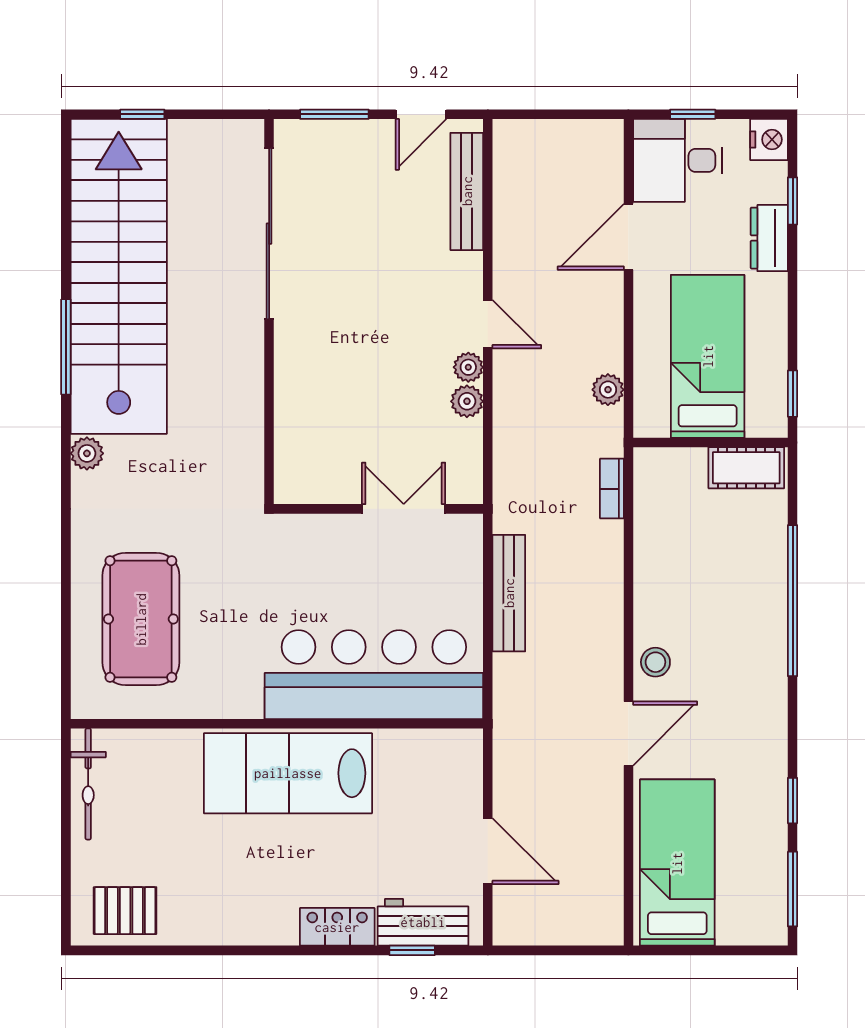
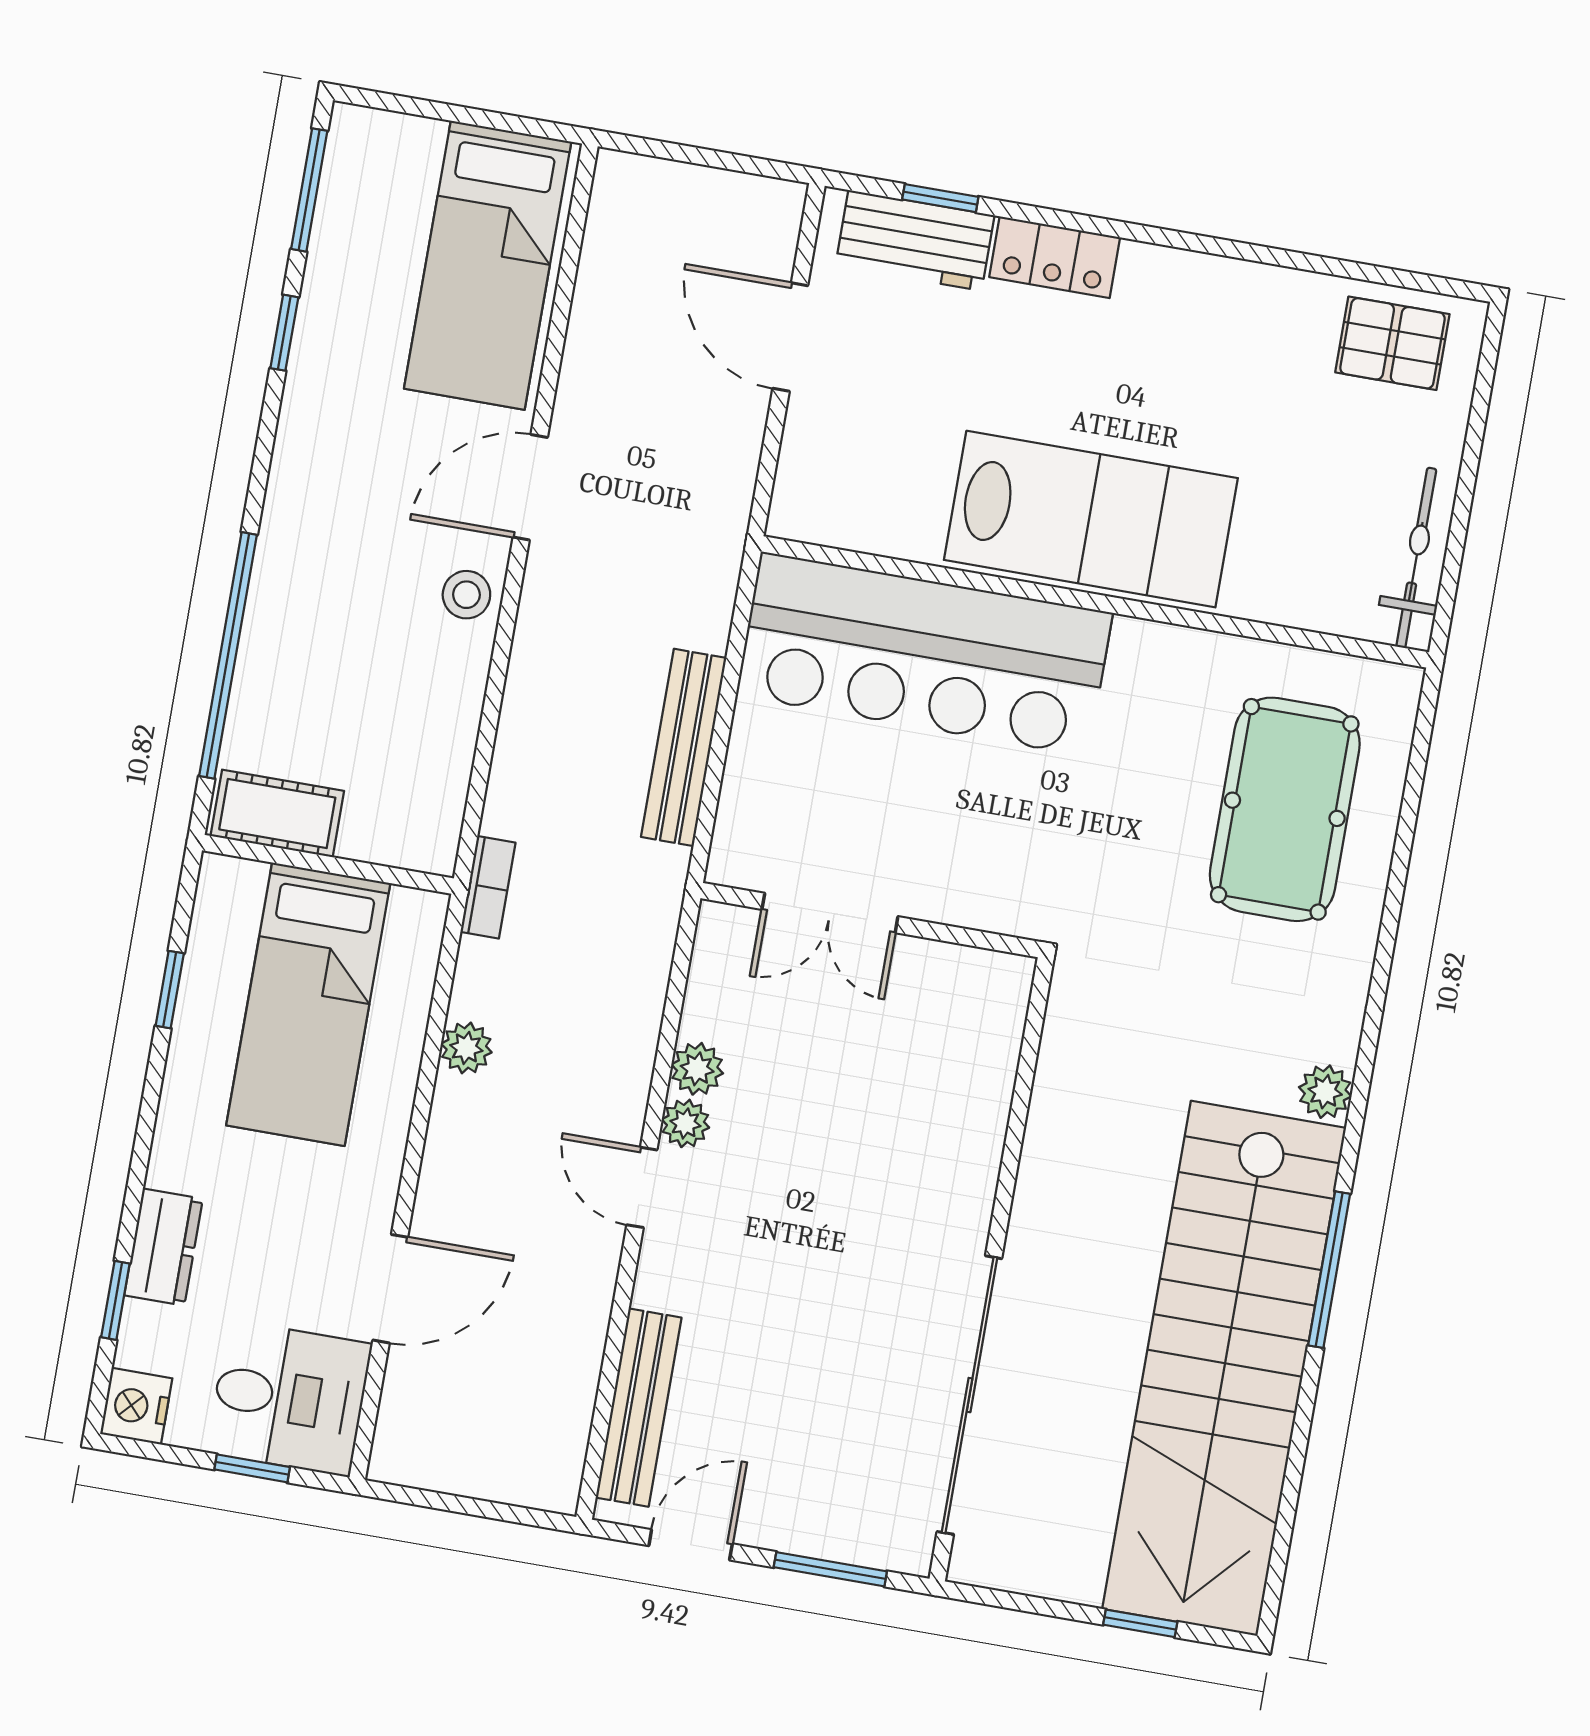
bed: (708, 356) -> (308, 1004), moved
wall: (710, 442) -> (328, 864), moved
cot: (746, 468) -> (277, 813), moved

